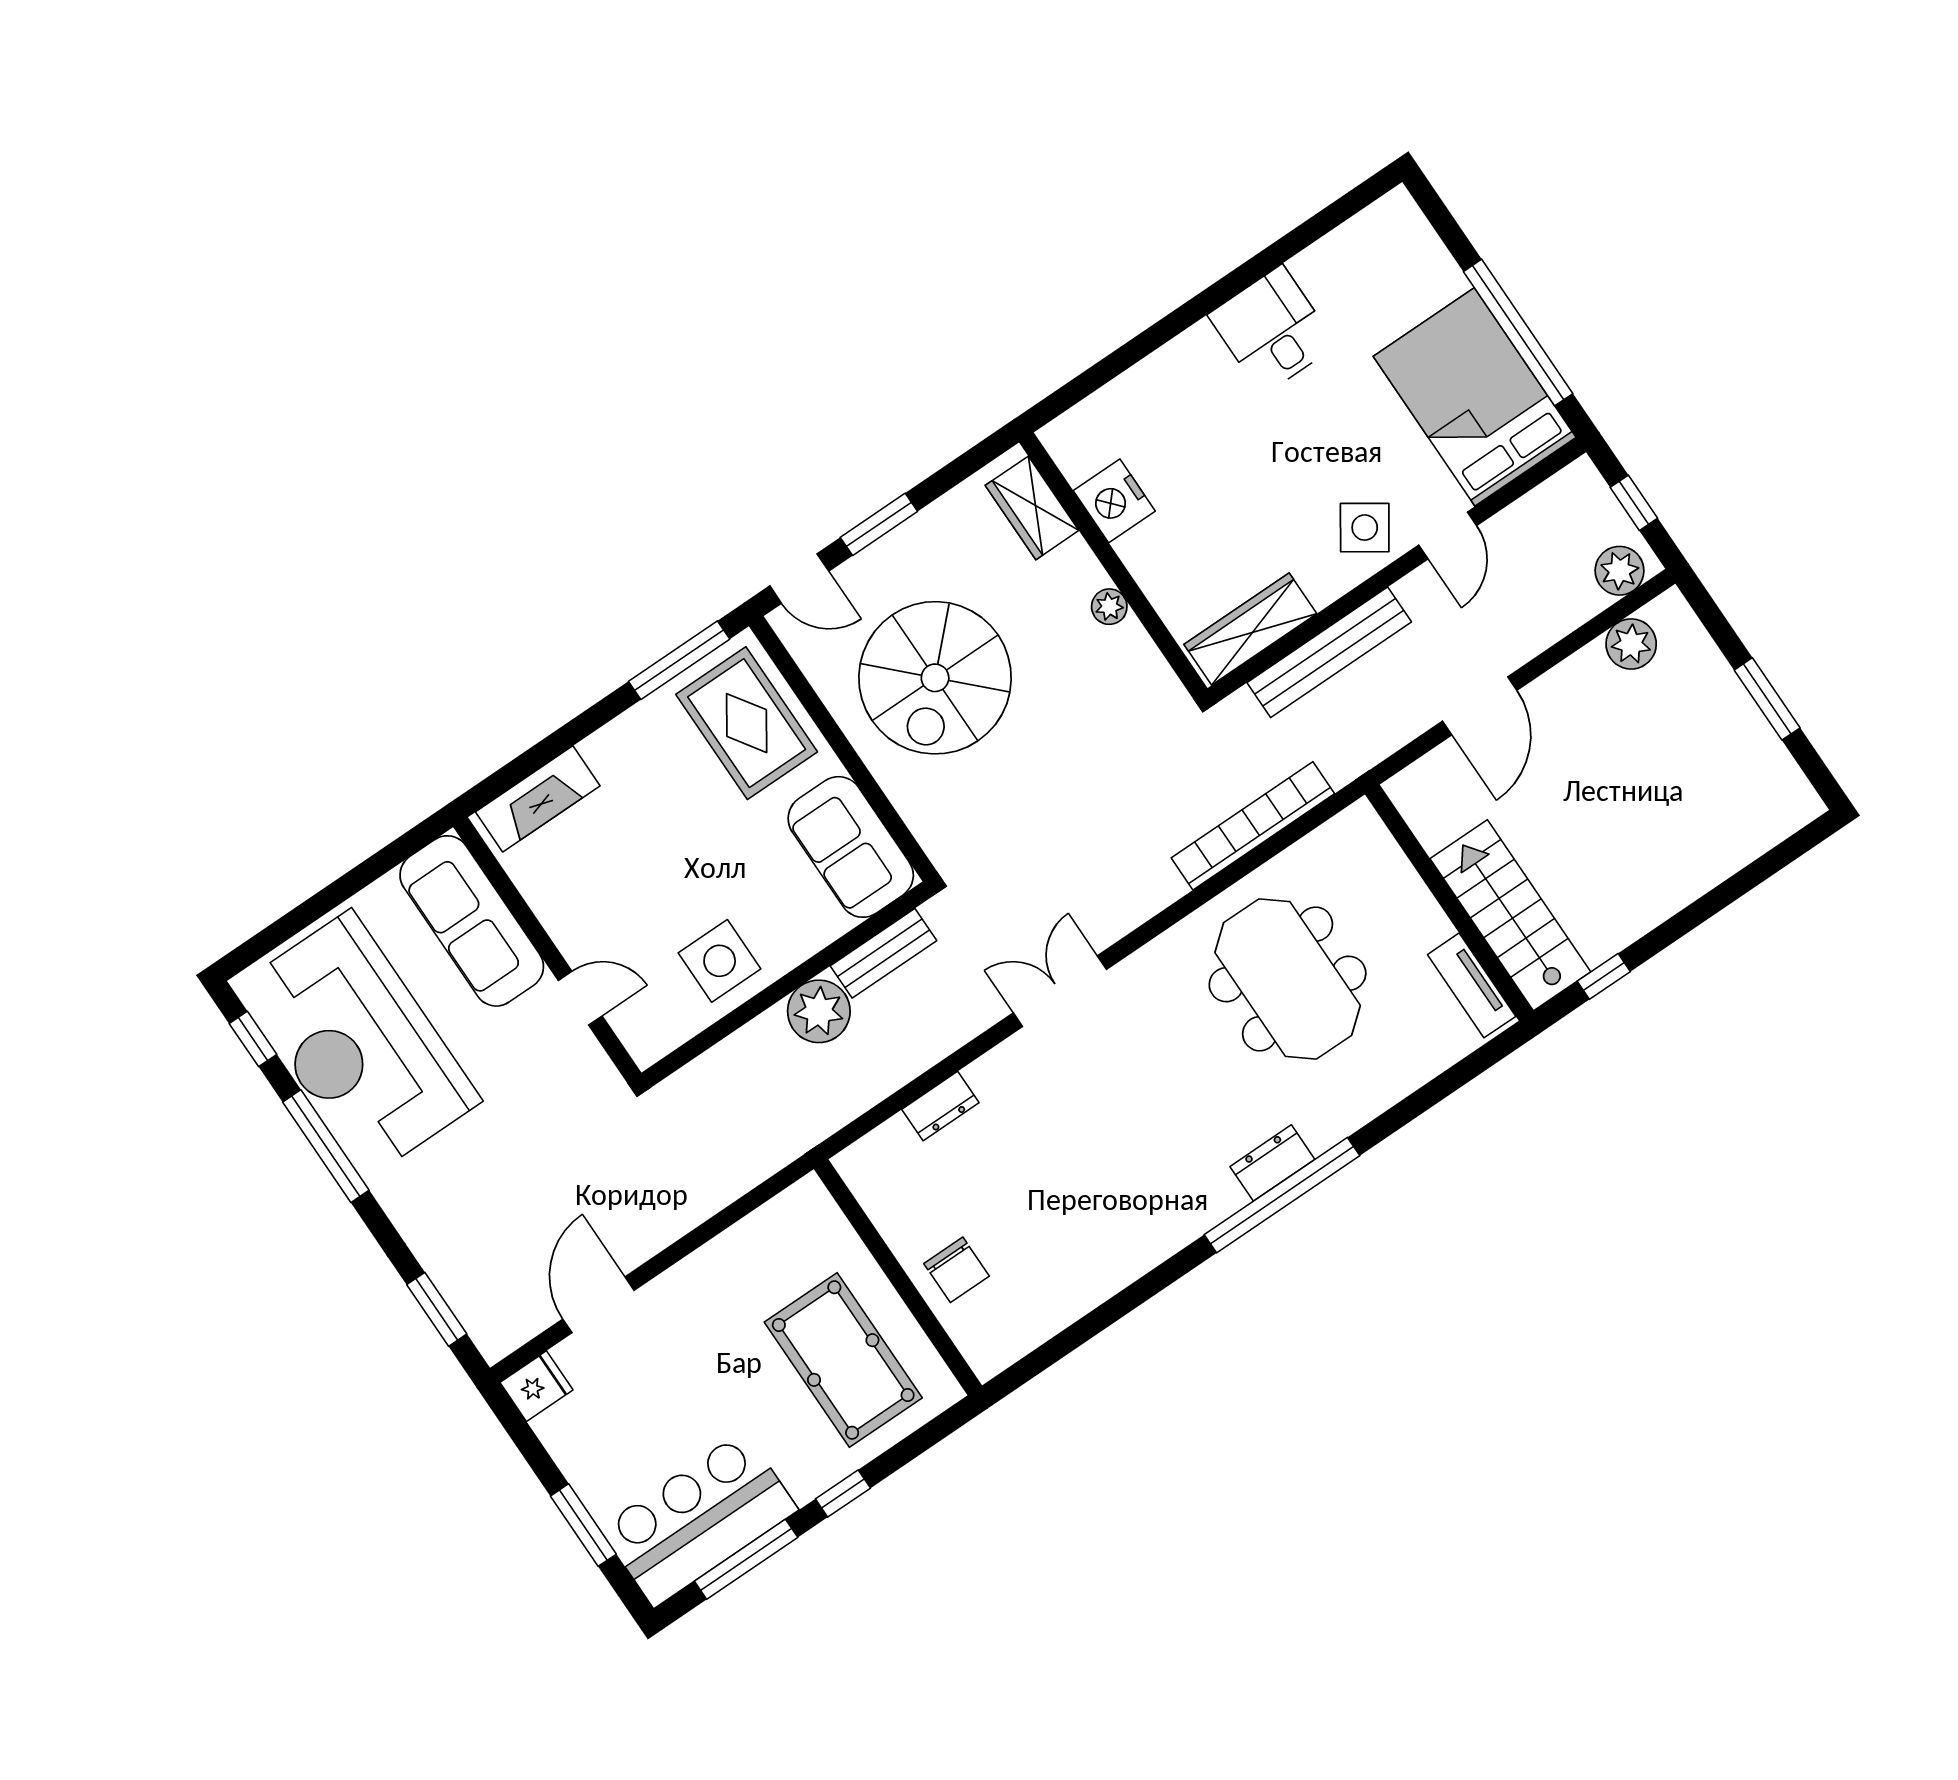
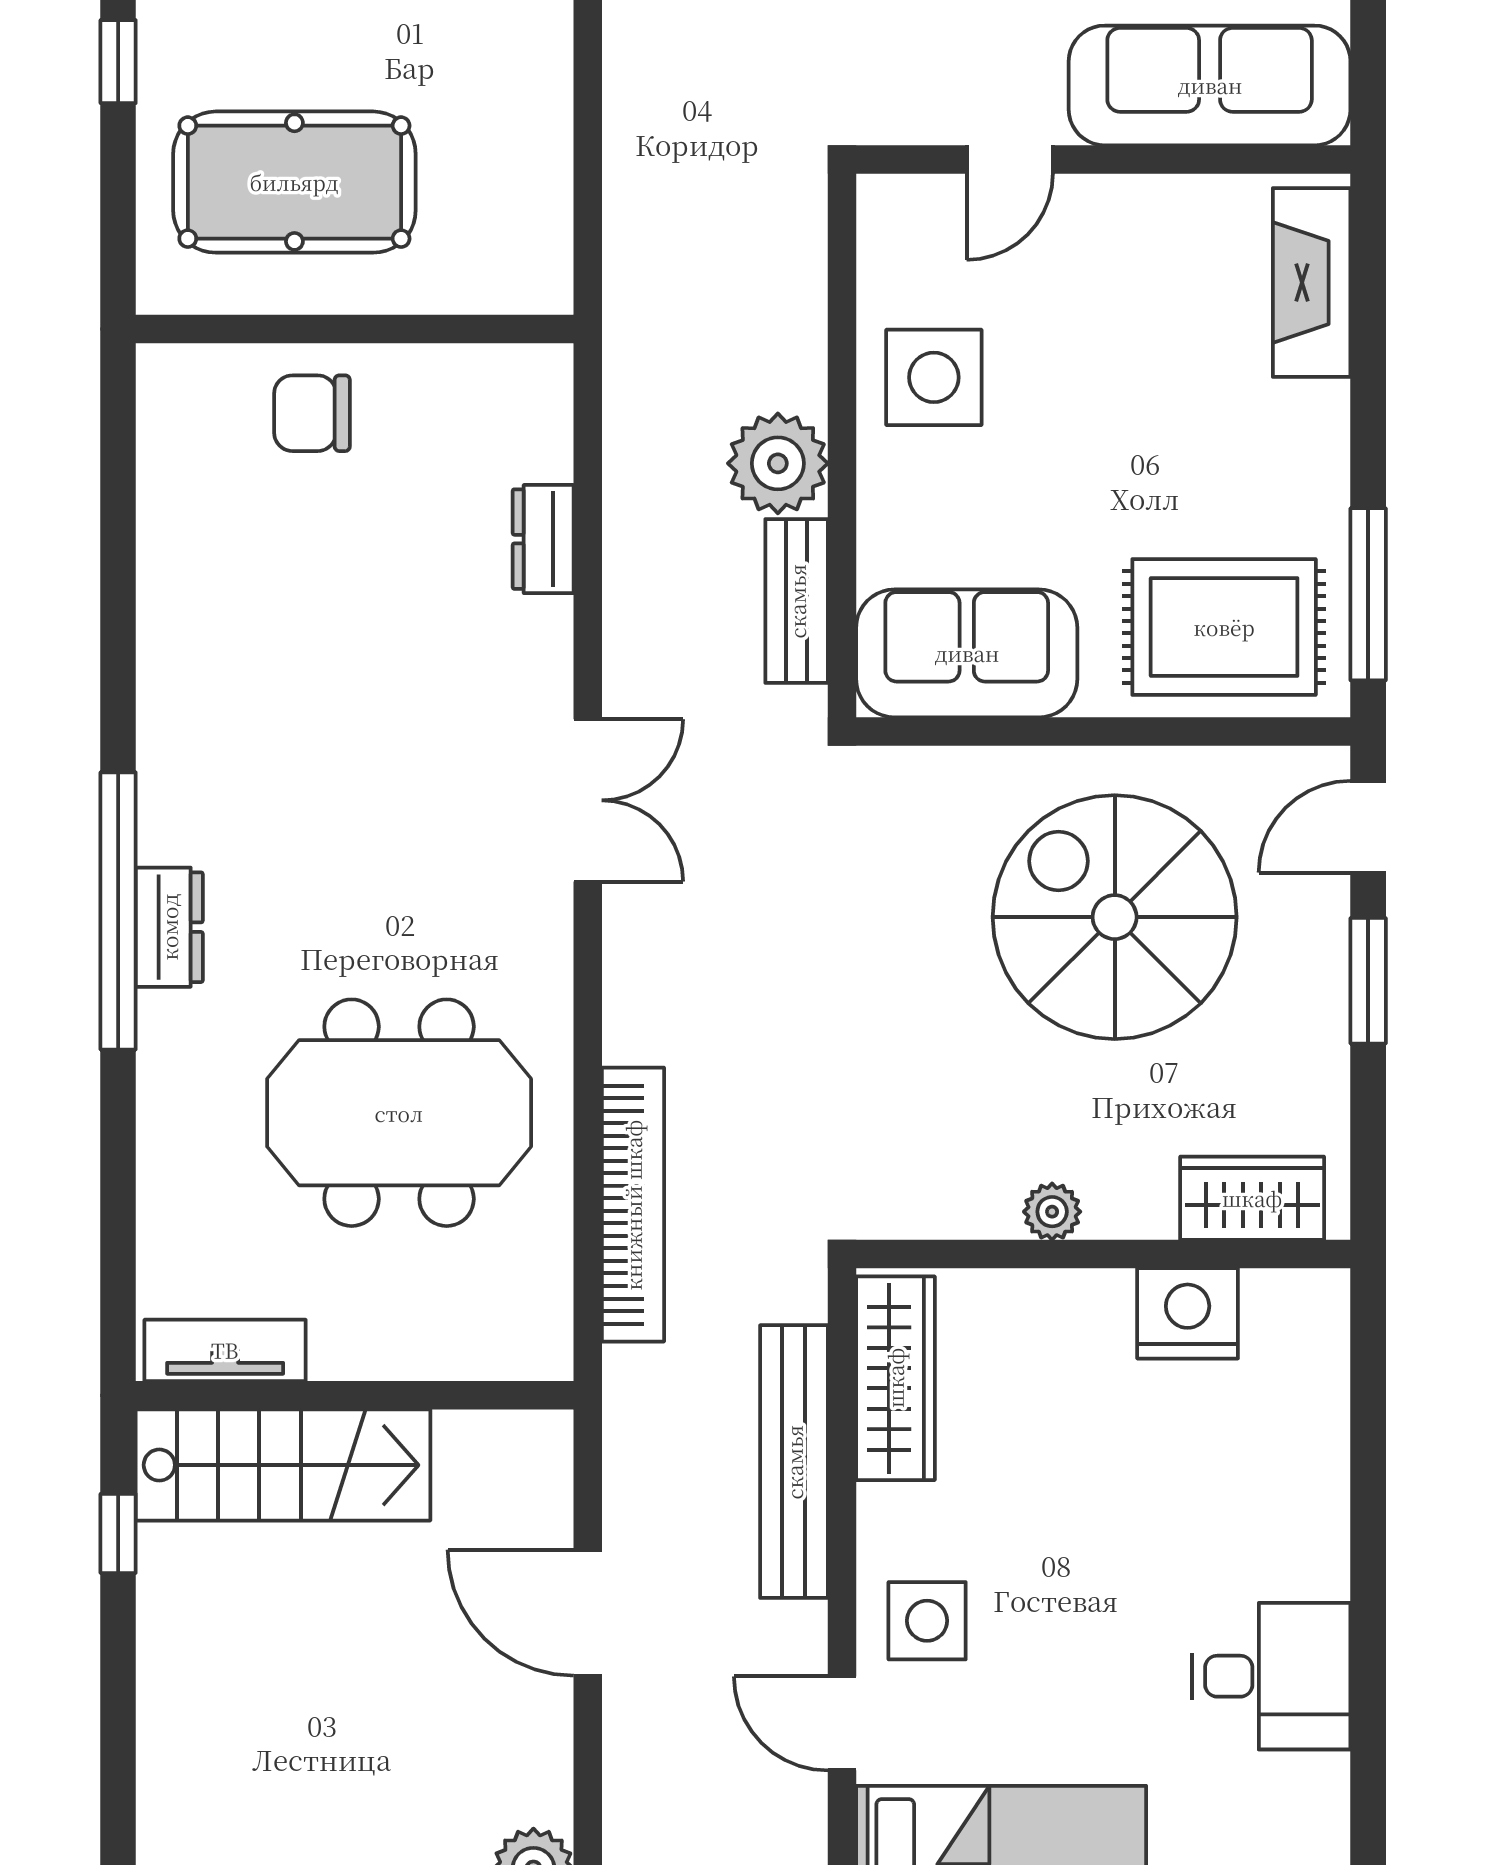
side table: (1365, 528) -> (927, 1621), turned -34

